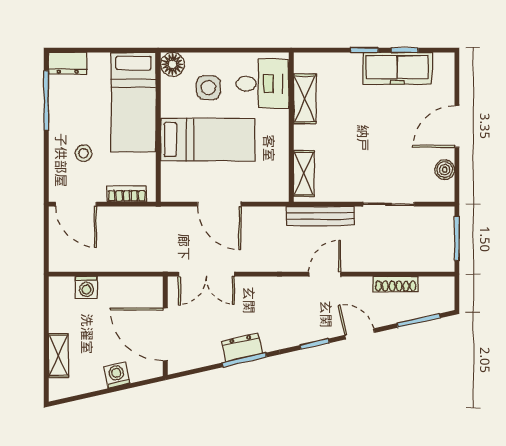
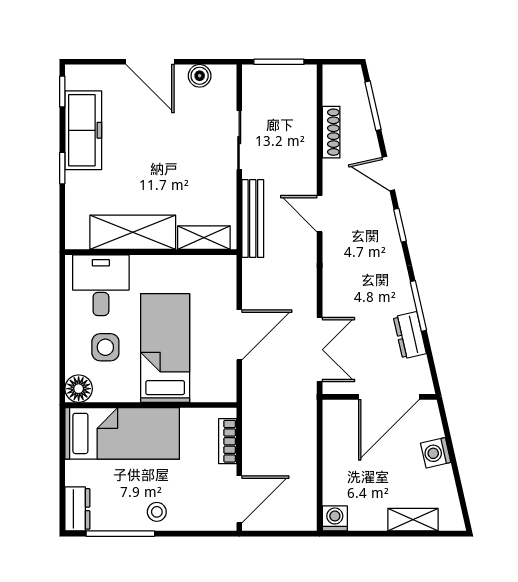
window: (405, 50) -> (62, 92), moved
shelving: (305, 99) -> (133, 232), width x1.50, depth x1.33
stool: (84, 153) -> (157, 512), moved
washing machine: (86, 287) -> (335, 518), moved, turned -90
door: (360, 334) -> (388, 173), hinge flipped
dresser: (242, 347) -> (410, 335), moved

